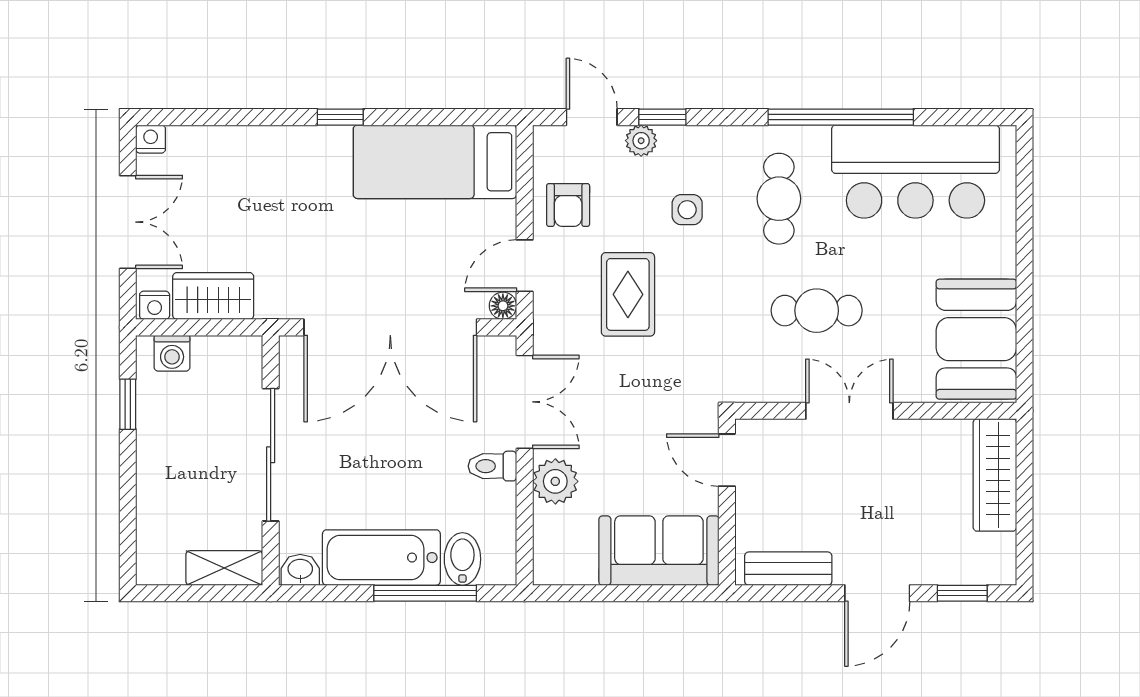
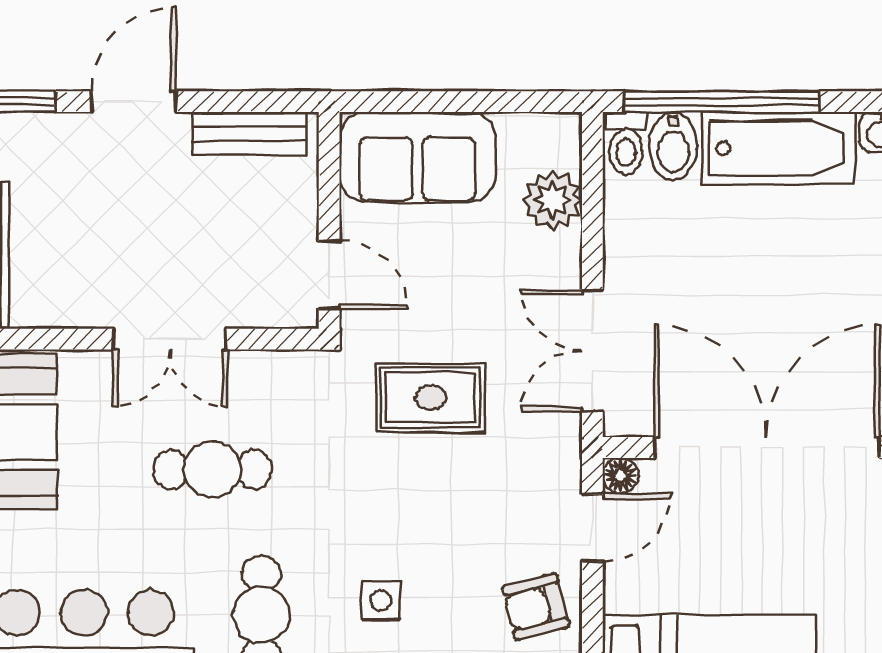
armchair: (568, 205) -> (536, 607), turned -104
rug: (628, 294) -> (431, 398), moved, turned 90
toilet: (492, 466) -> (626, 143), moved, turned 90
plant: (555, 481) -> (552, 200), moved
window: (425, 593) -> (722, 102), width x1.46

